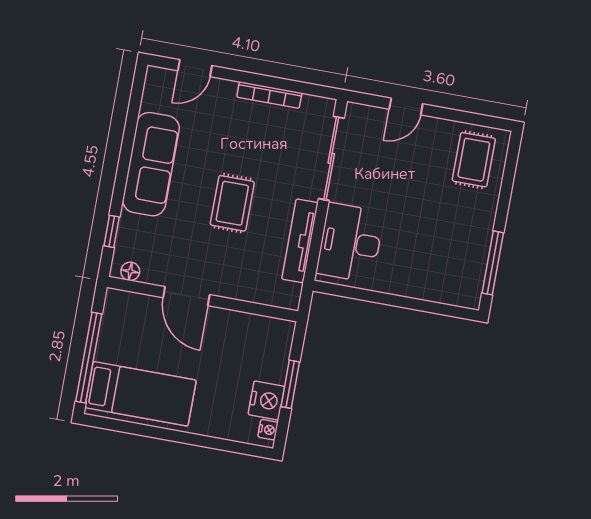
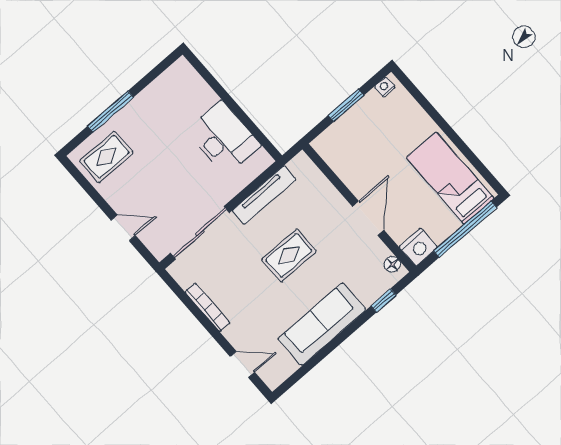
desk: (350, 243) -> (224, 138), moved, turned -90
window: (493, 263) -> (110, 112), moved
nightstand: (266, 400) -> (418, 247), moved, turned 180

